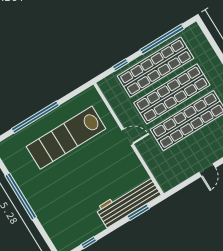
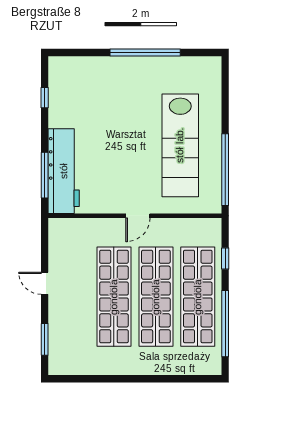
window: (35, 117) -> (225, 170), moved
lab bench: (66, 138) -> (180, 145), turned 180
window: (138, 212) -> (45, 175), width x1.44

